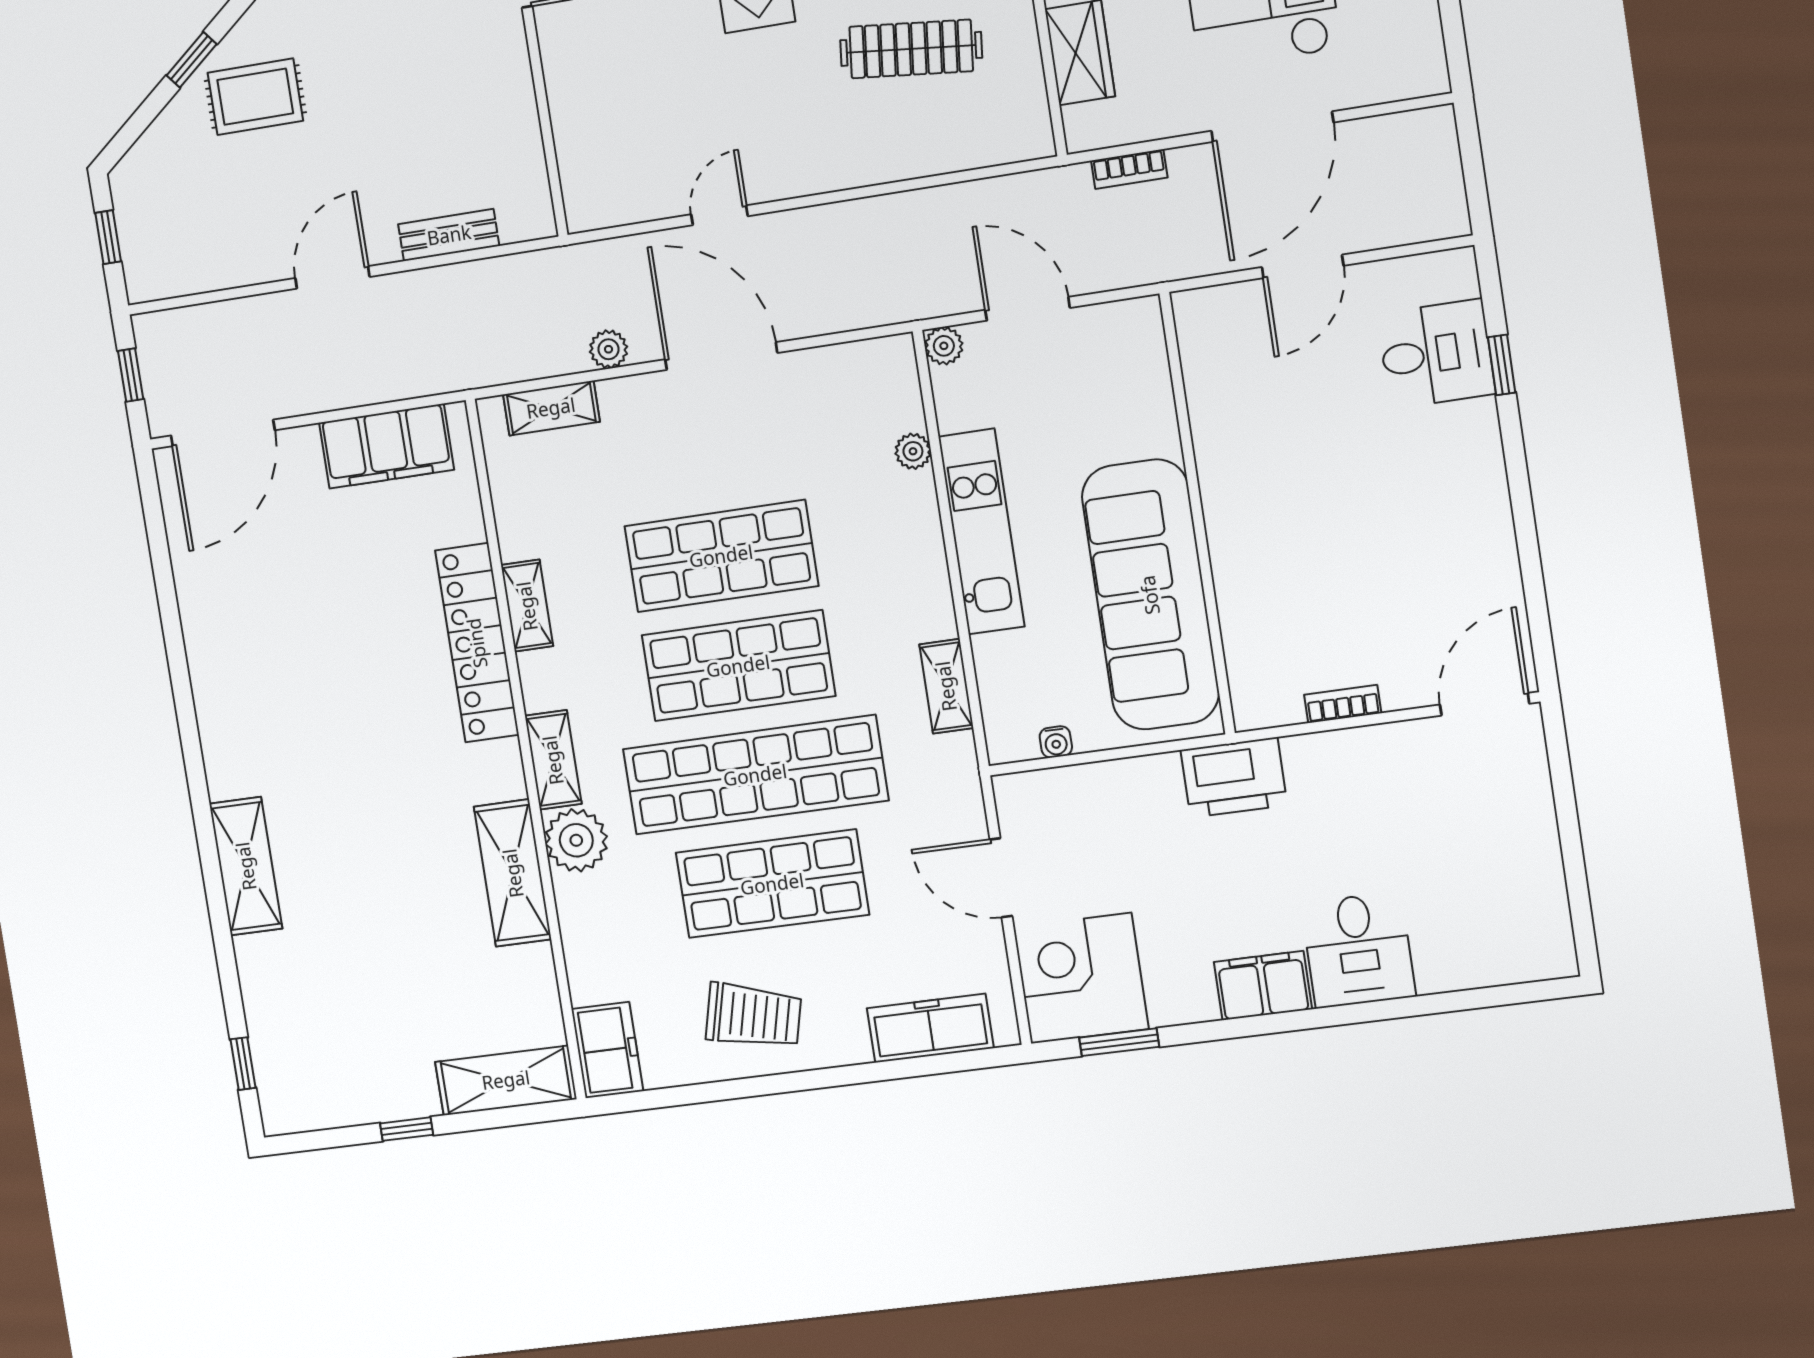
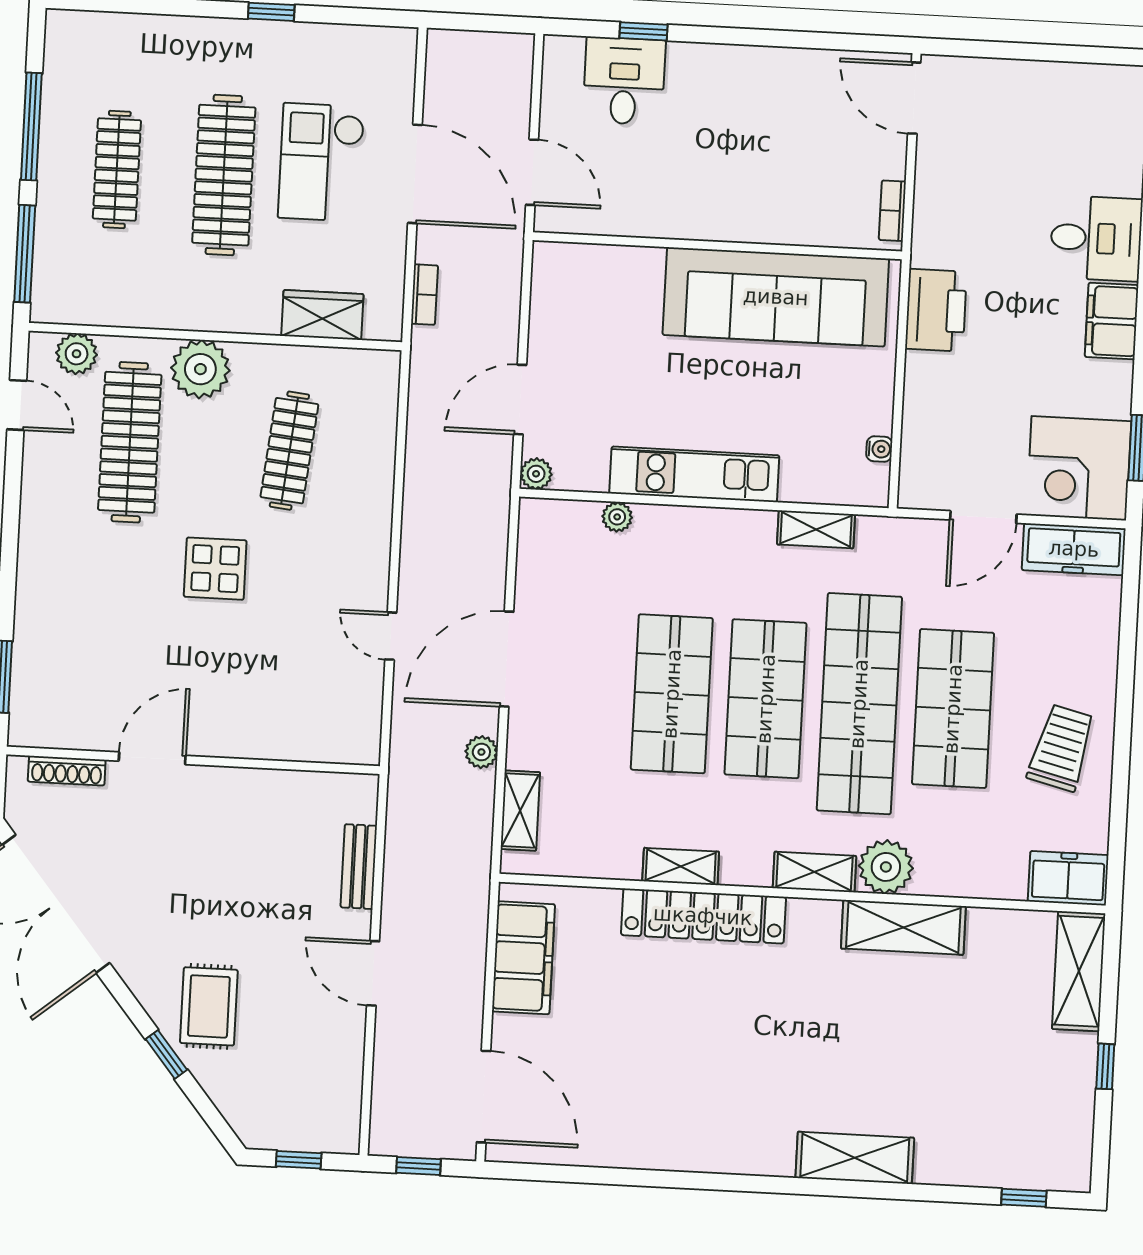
wall: (1197, 514) -> (717, 246), moved
sofa: (1150, 595) -> (776, 297), moved
freezer: (930, 1028) -> (1074, 549), moved, turned -90

